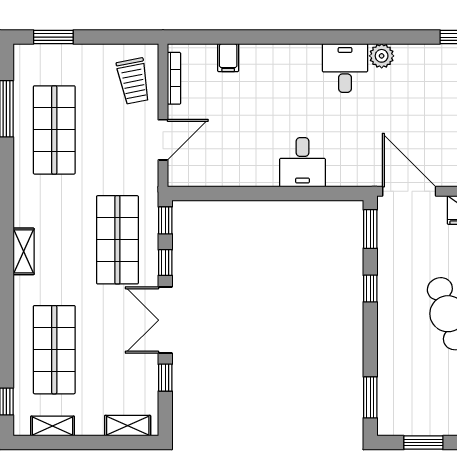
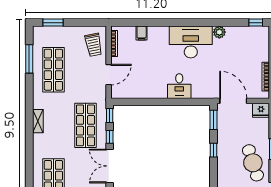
desk: (345, 68) -> (191, 42), width x1.87, depth x1.30
shelving: (24, 251) -> (38, 121), moved

